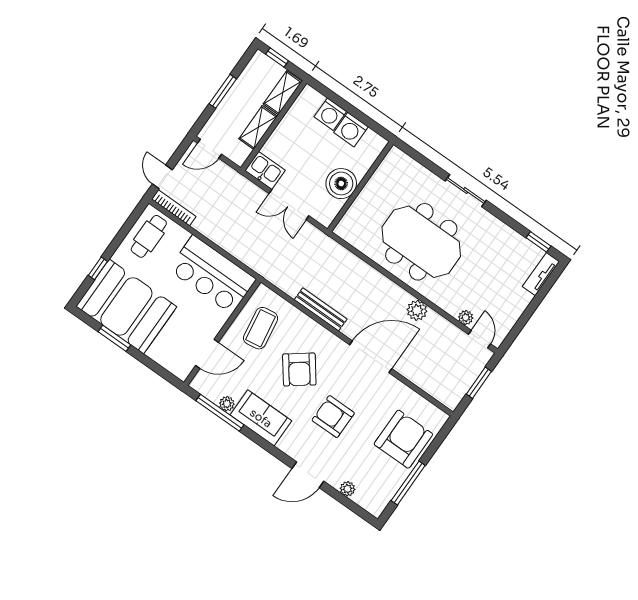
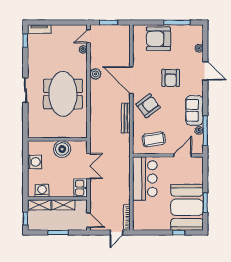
washing machine: (330, 114) -> (42, 191), moved, turned -90
cafe table: (149, 236) -> (148, 220), removed
door: (207, 354) -> (183, 155), hinge flipped
armchair: (299, 369) -> (148, 106), moved

